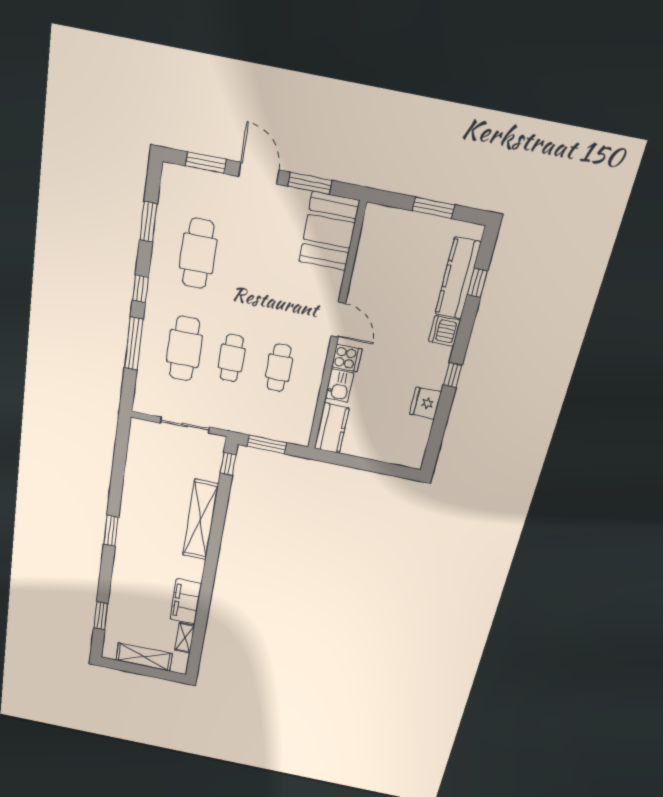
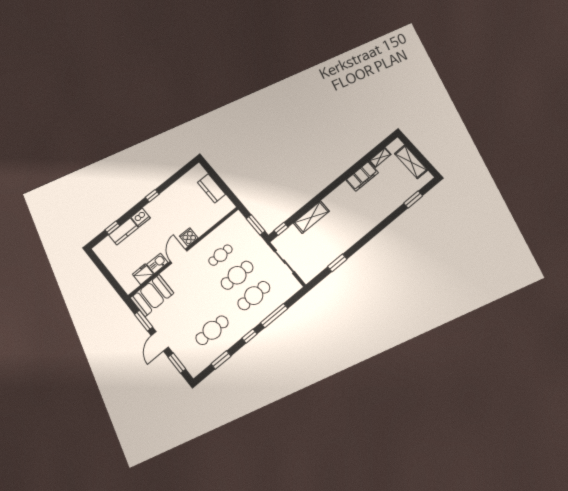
window: (433, 208) -> (105, 272), removed
kitchen counter: (458, 278) -> (124, 231), width x0.67
cafe table: (232, 358) -> (237, 275), width x1.37, depth x1.35
kitchen sink: (339, 386) -> (157, 263), moved
fridge: (425, 403) -> (143, 274), moved, turned 180
kitchen counter: (332, 428) -> (211, 188), moved, turned -90
shelving: (200, 520) -> (311, 217), width x0.68
window: (111, 531) -> (337, 263), moved

